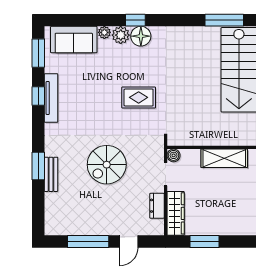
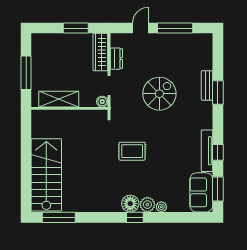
sofa: (74, 40) -> (201, 192), moved, turned -90

